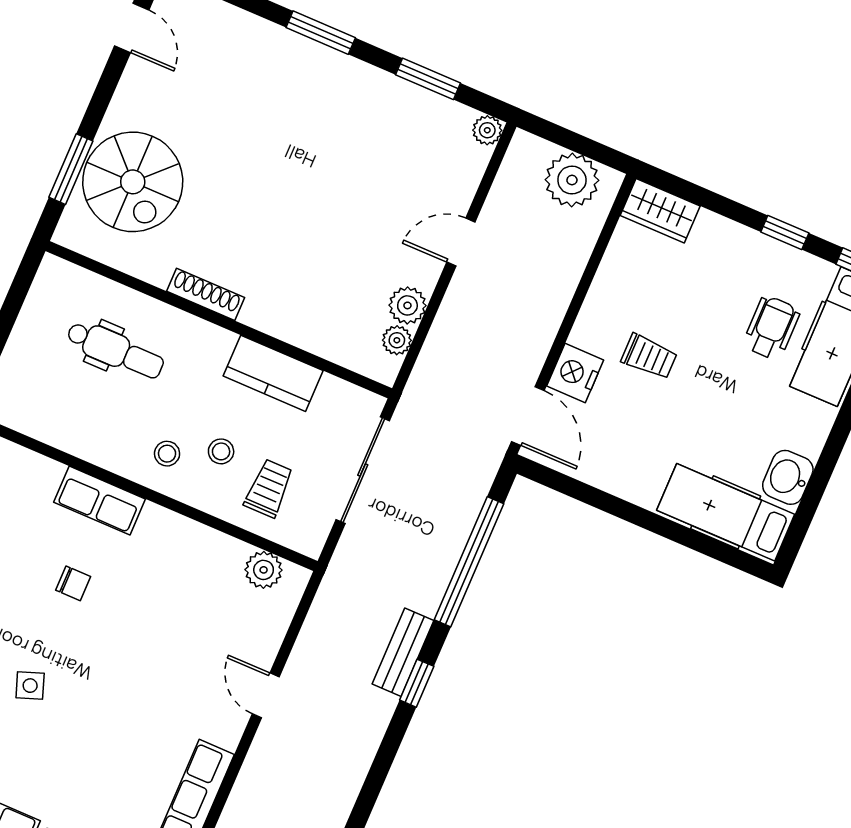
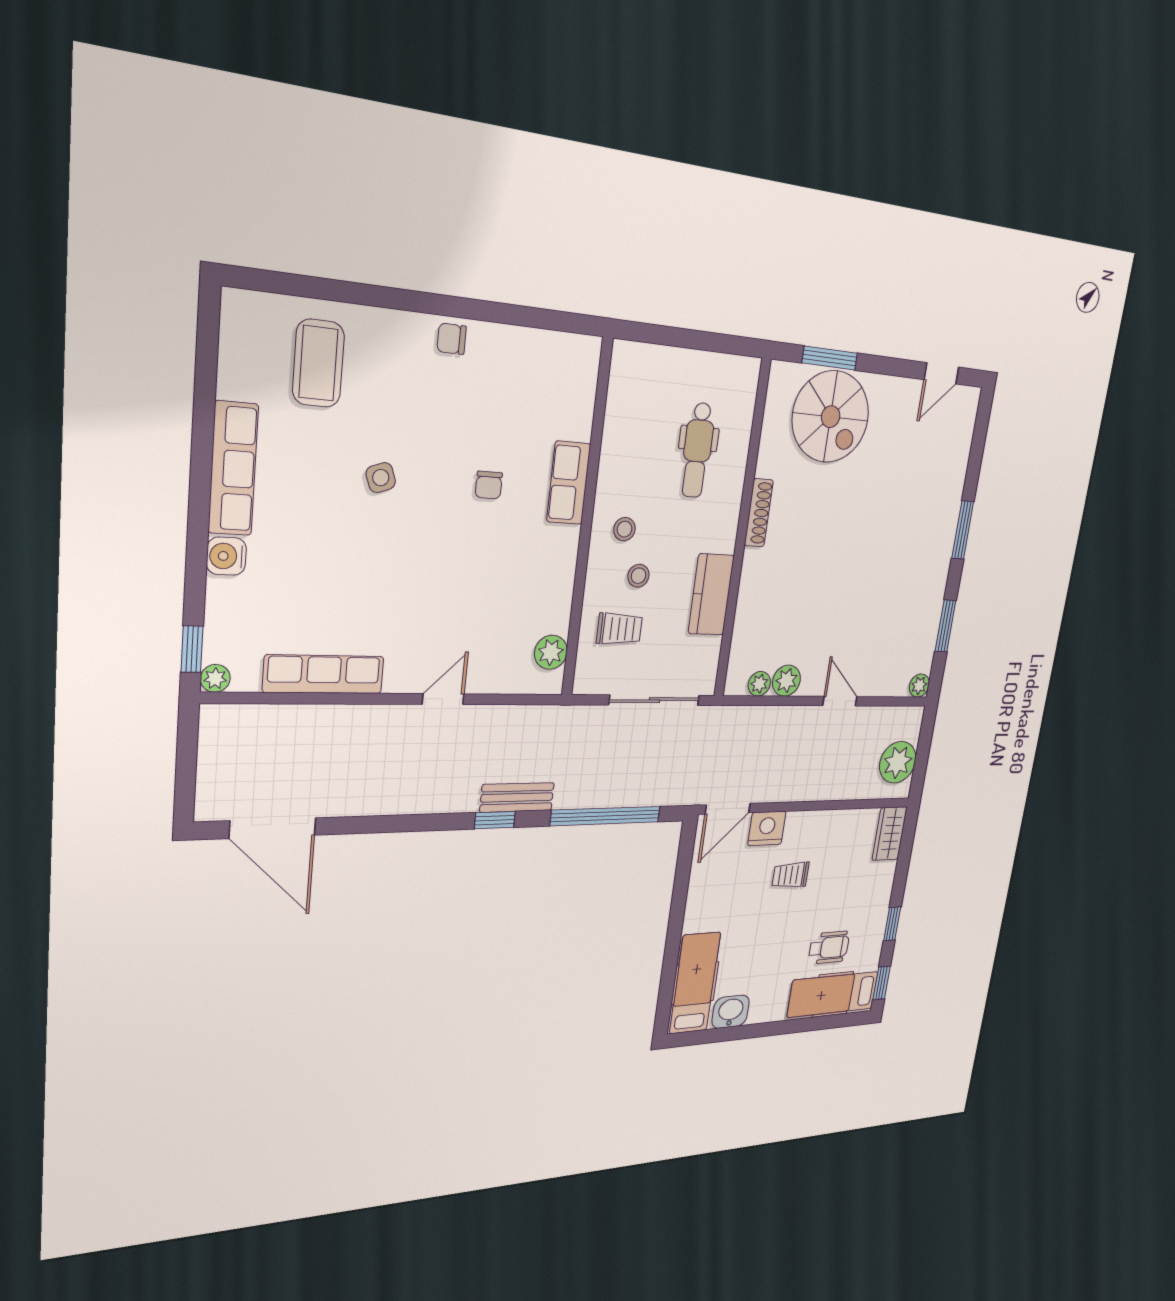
spiral stairs: (133, 182) -> (831, 417), turned -90
trolley: (649, 357) -> (791, 875), turned 90

